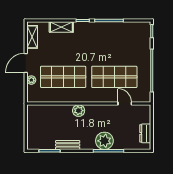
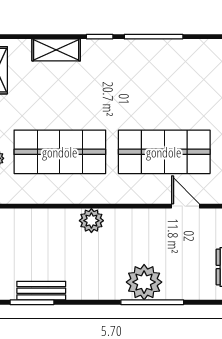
bench: (68, 145) -> (41, 291), moved

